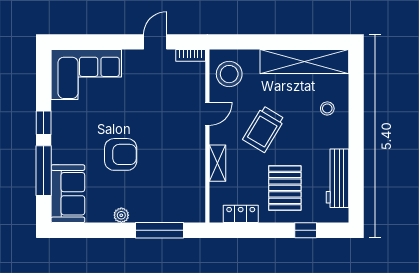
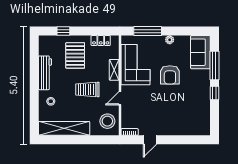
corner sofa: (86, 75) -> (136, 65), moved, turned 90
trolley: (264, 129) -> (87, 89), turned -121
armchair: (121, 154) -> (170, 75), turned -90
workbench: (338, 178) -> (45, 73), moved

